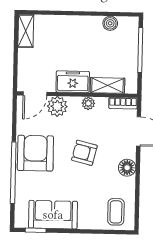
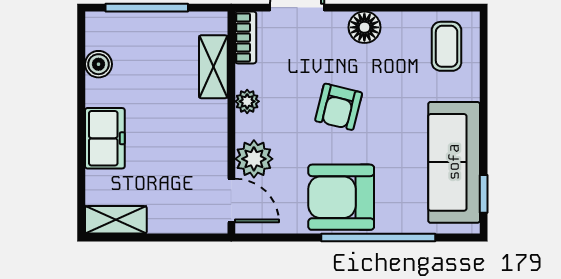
freezer: (73, 82) -> (105, 138), moved, turned 180
coffee table: (116, 212) -> (447, 46), turned 90
sofa: (53, 215) -> (454, 162), width x1.36

